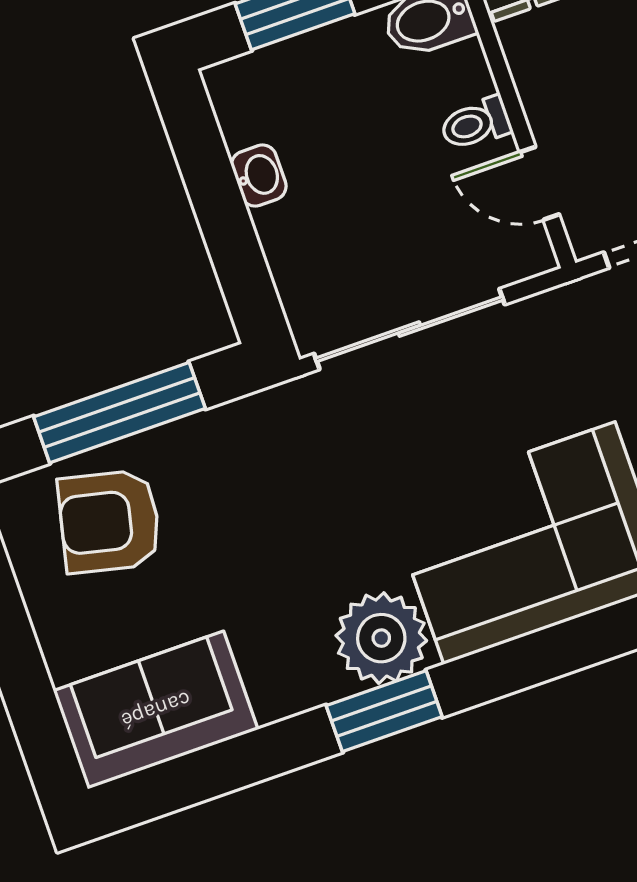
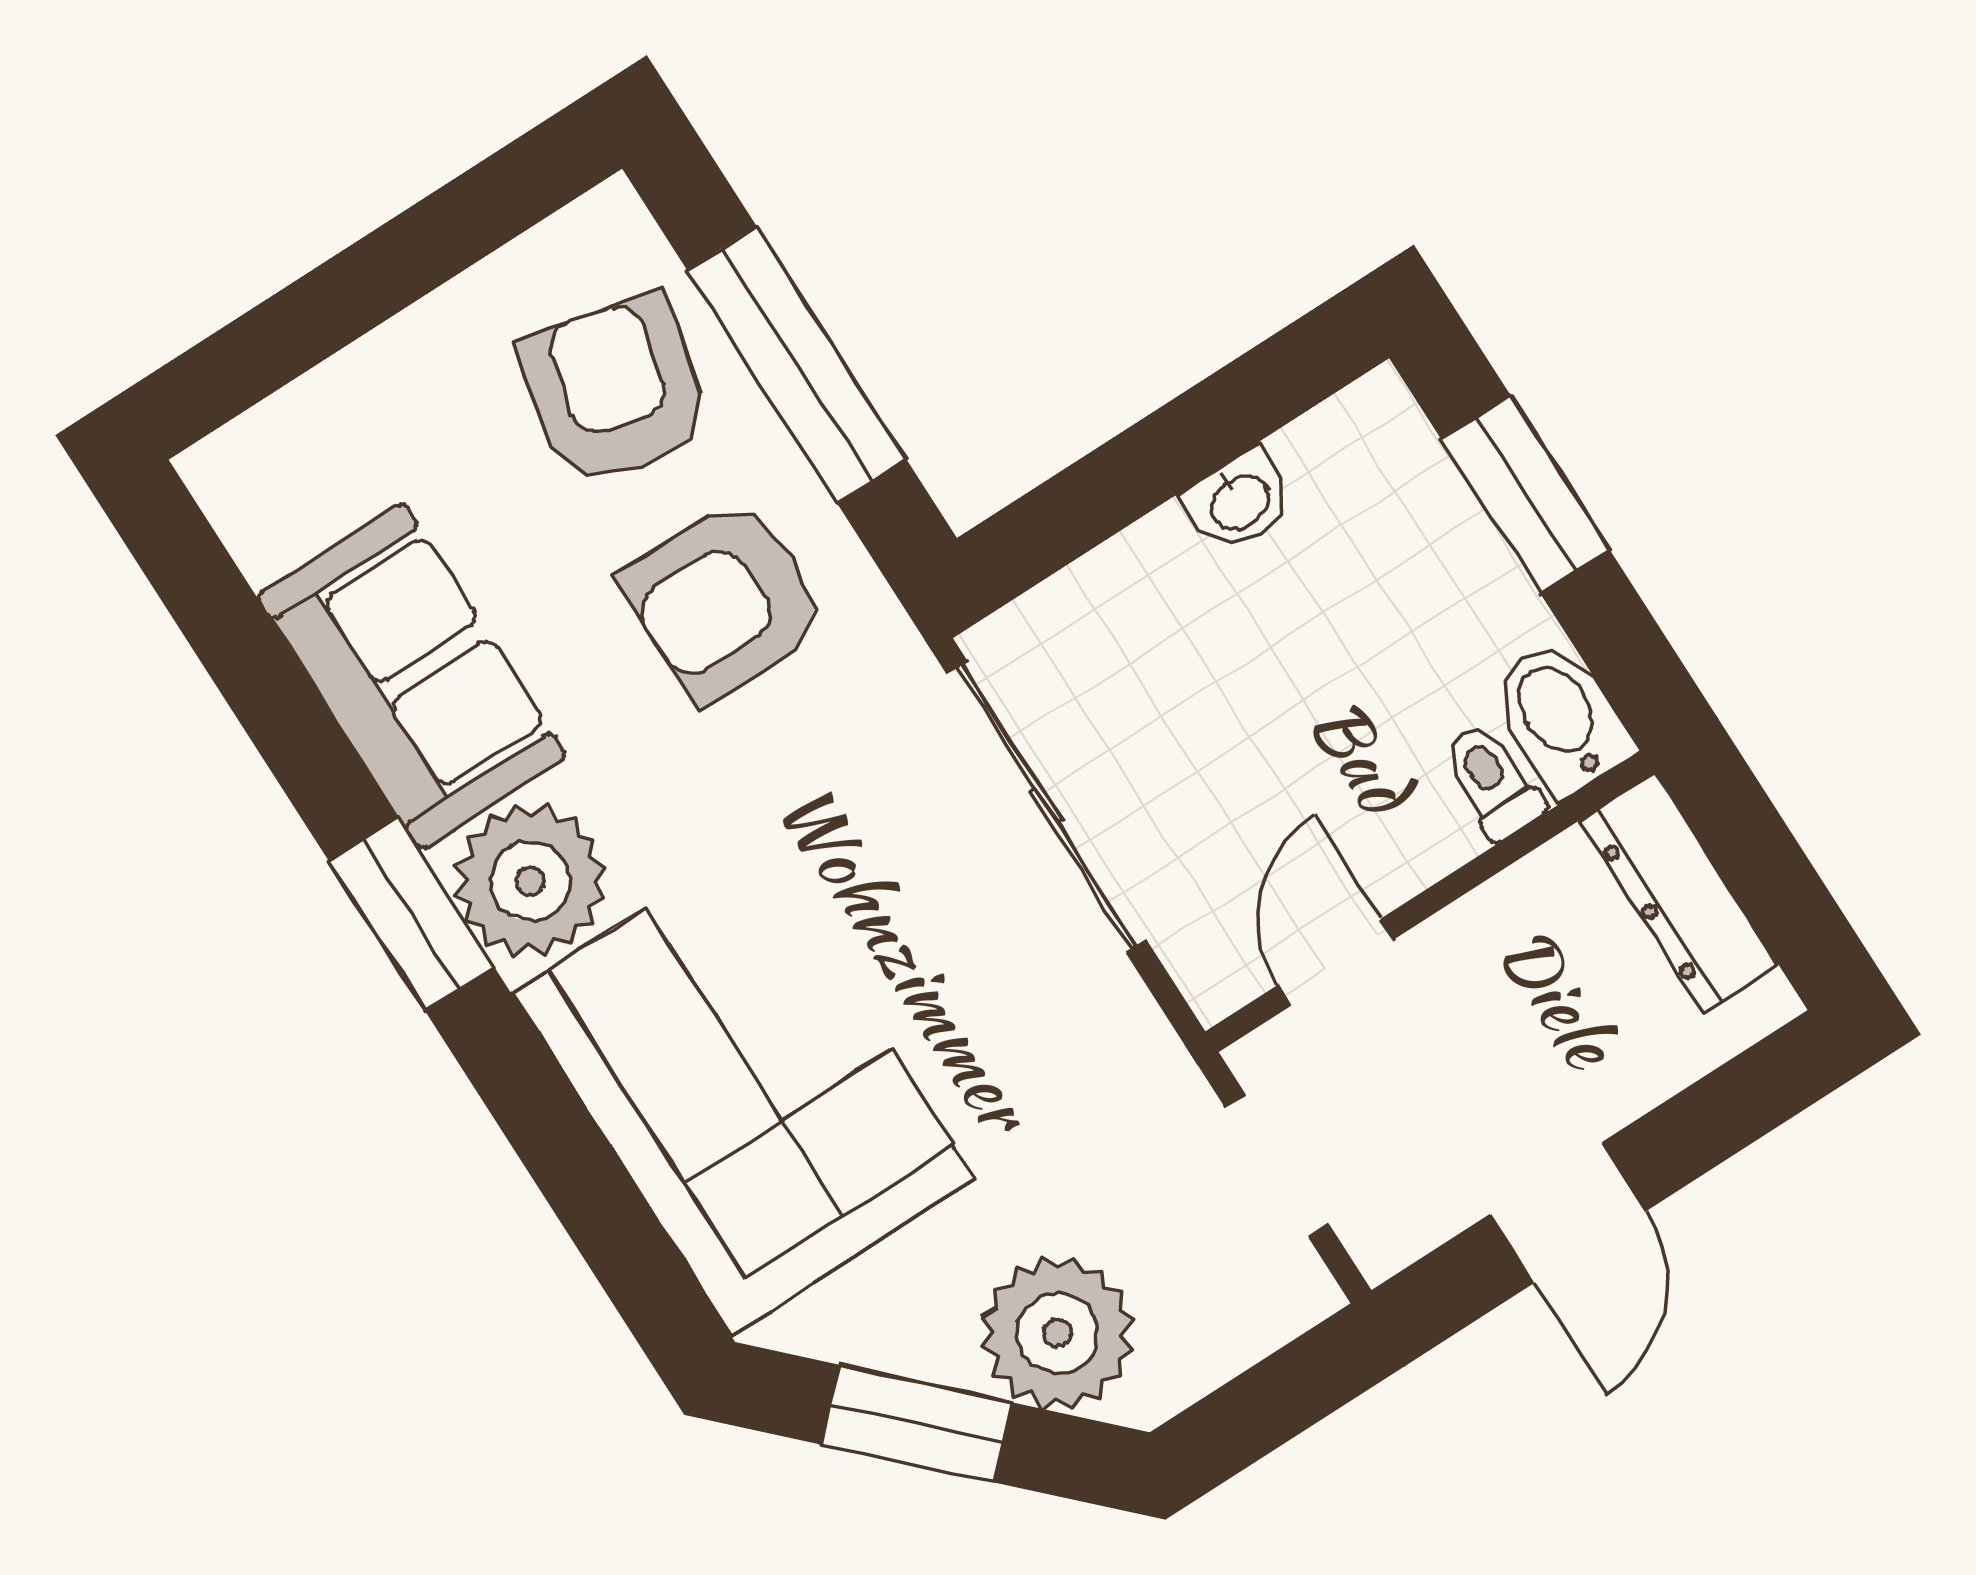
toilet: (476, 123) -> (1492, 781), moved
armchair: (246, 487) -> (724, 600), added
sofa: (156, 710) -> (412, 676), moved

